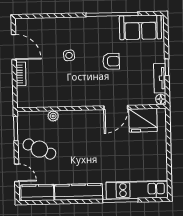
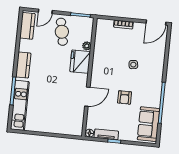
door: (14, 47) -> (156, 23), moved
door: (116, 107) -> (87, 97), swing flipped
fridge: (143, 120) -> (80, 62), moved
cafe table: (39, 149) -> (62, 32), turned -35
kitchen counter: (79, 192) -> (23, 65), width x0.67

